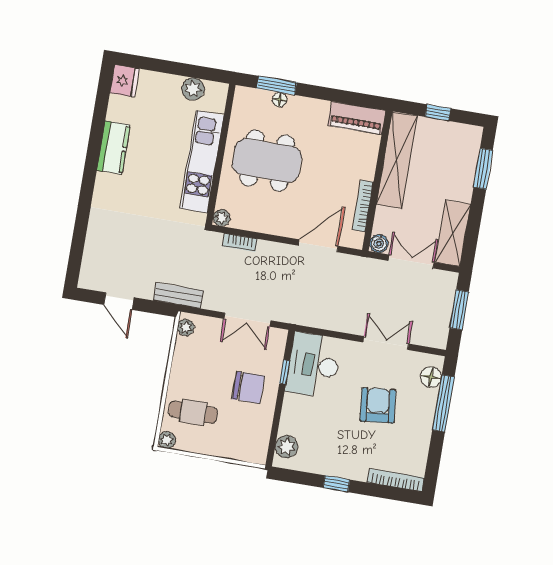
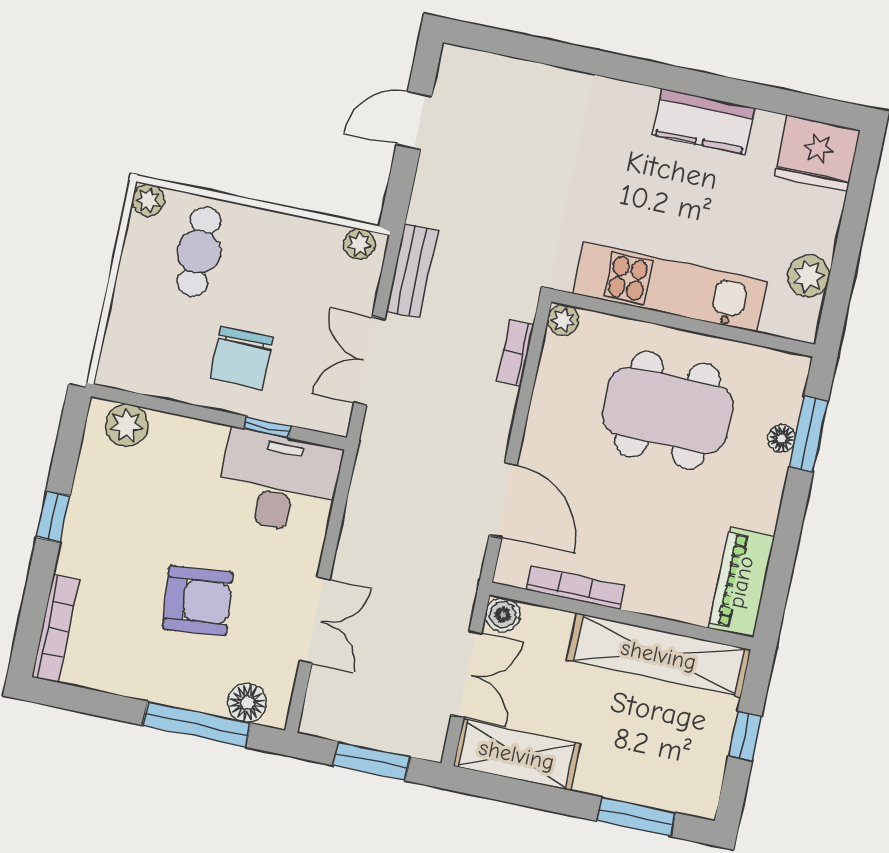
fridge: (125, 81) -> (817, 153), width x1.36, depth x1.34
dining table: (267, 161) -> (668, 410), turned 90
bench: (178, 295) -> (412, 271), moved

